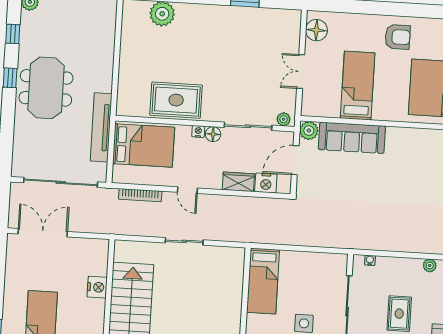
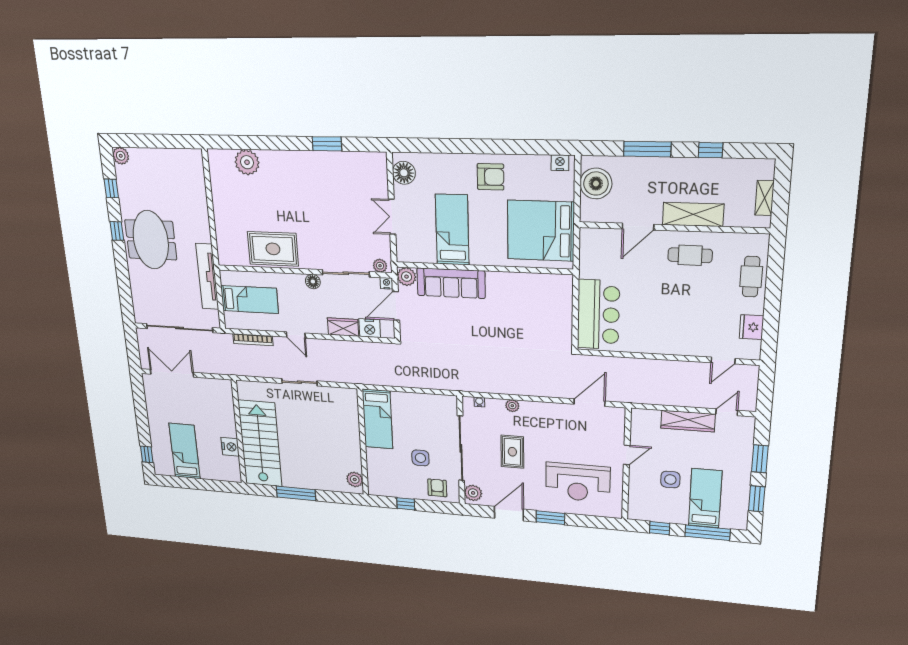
nightstand: (198, 131) -> (386, 283), moved
bed: (144, 145) -> (249, 300), width x0.67
plant: (430, 265) -> (512, 406), moved
nightstand: (97, 287) -> (230, 447), moved

